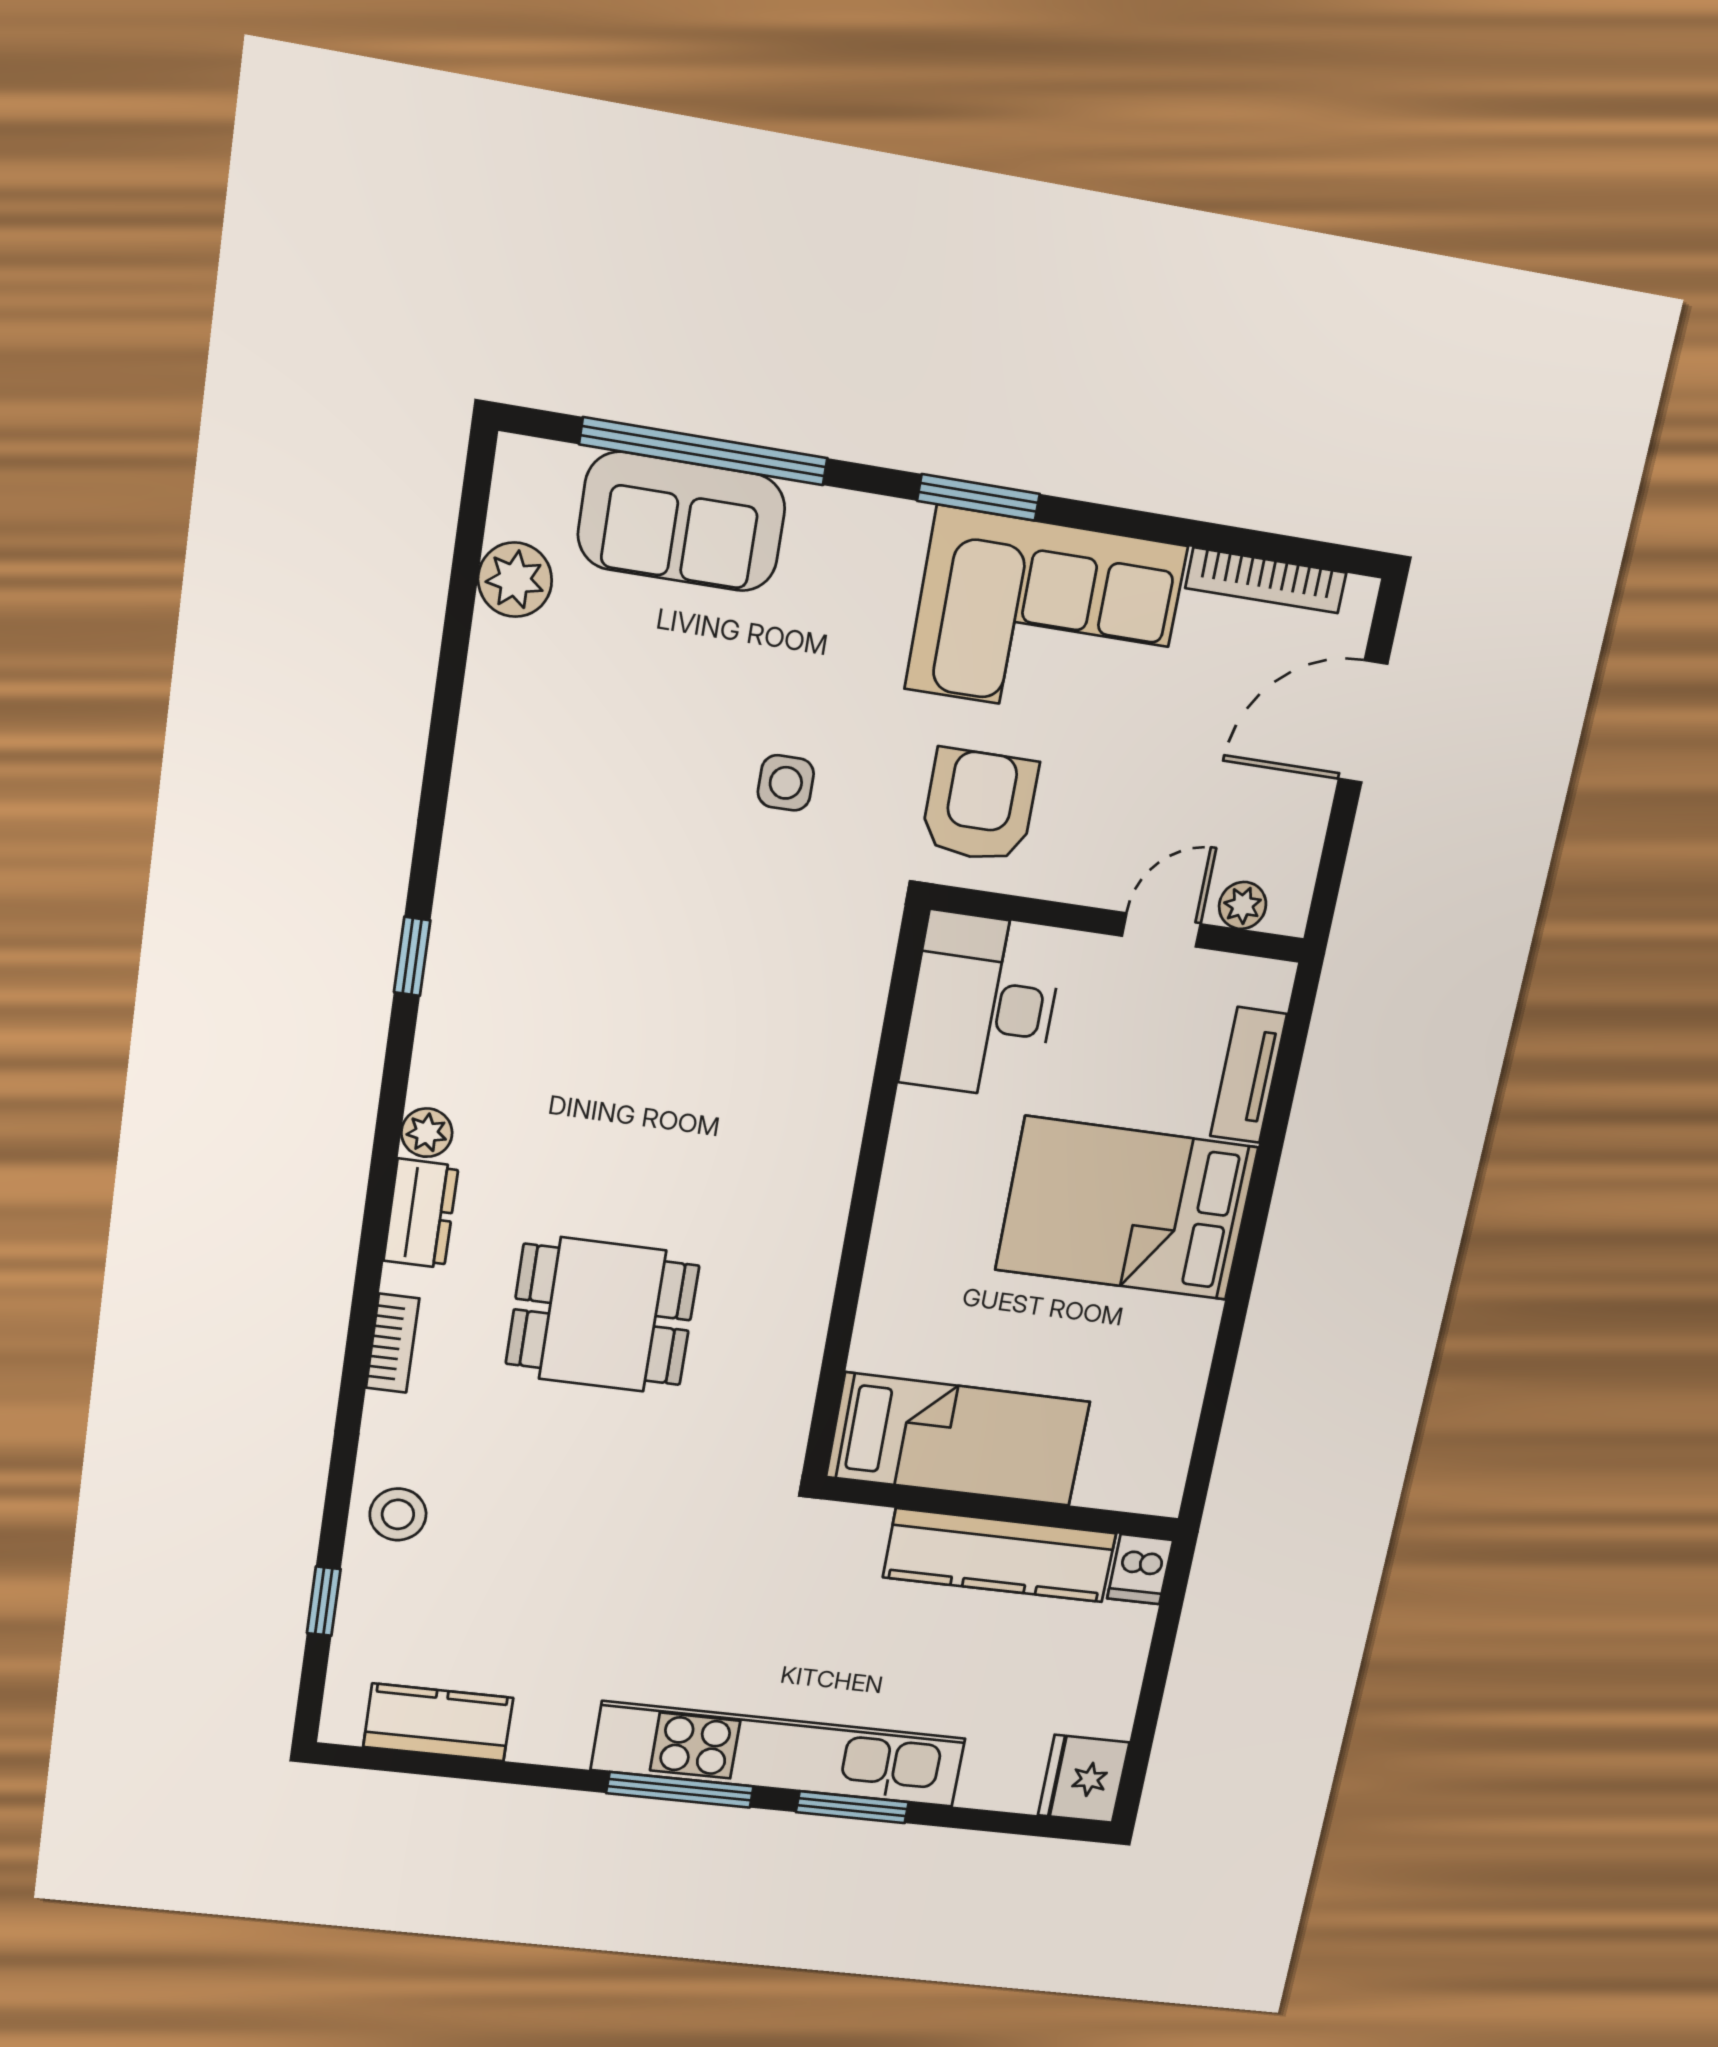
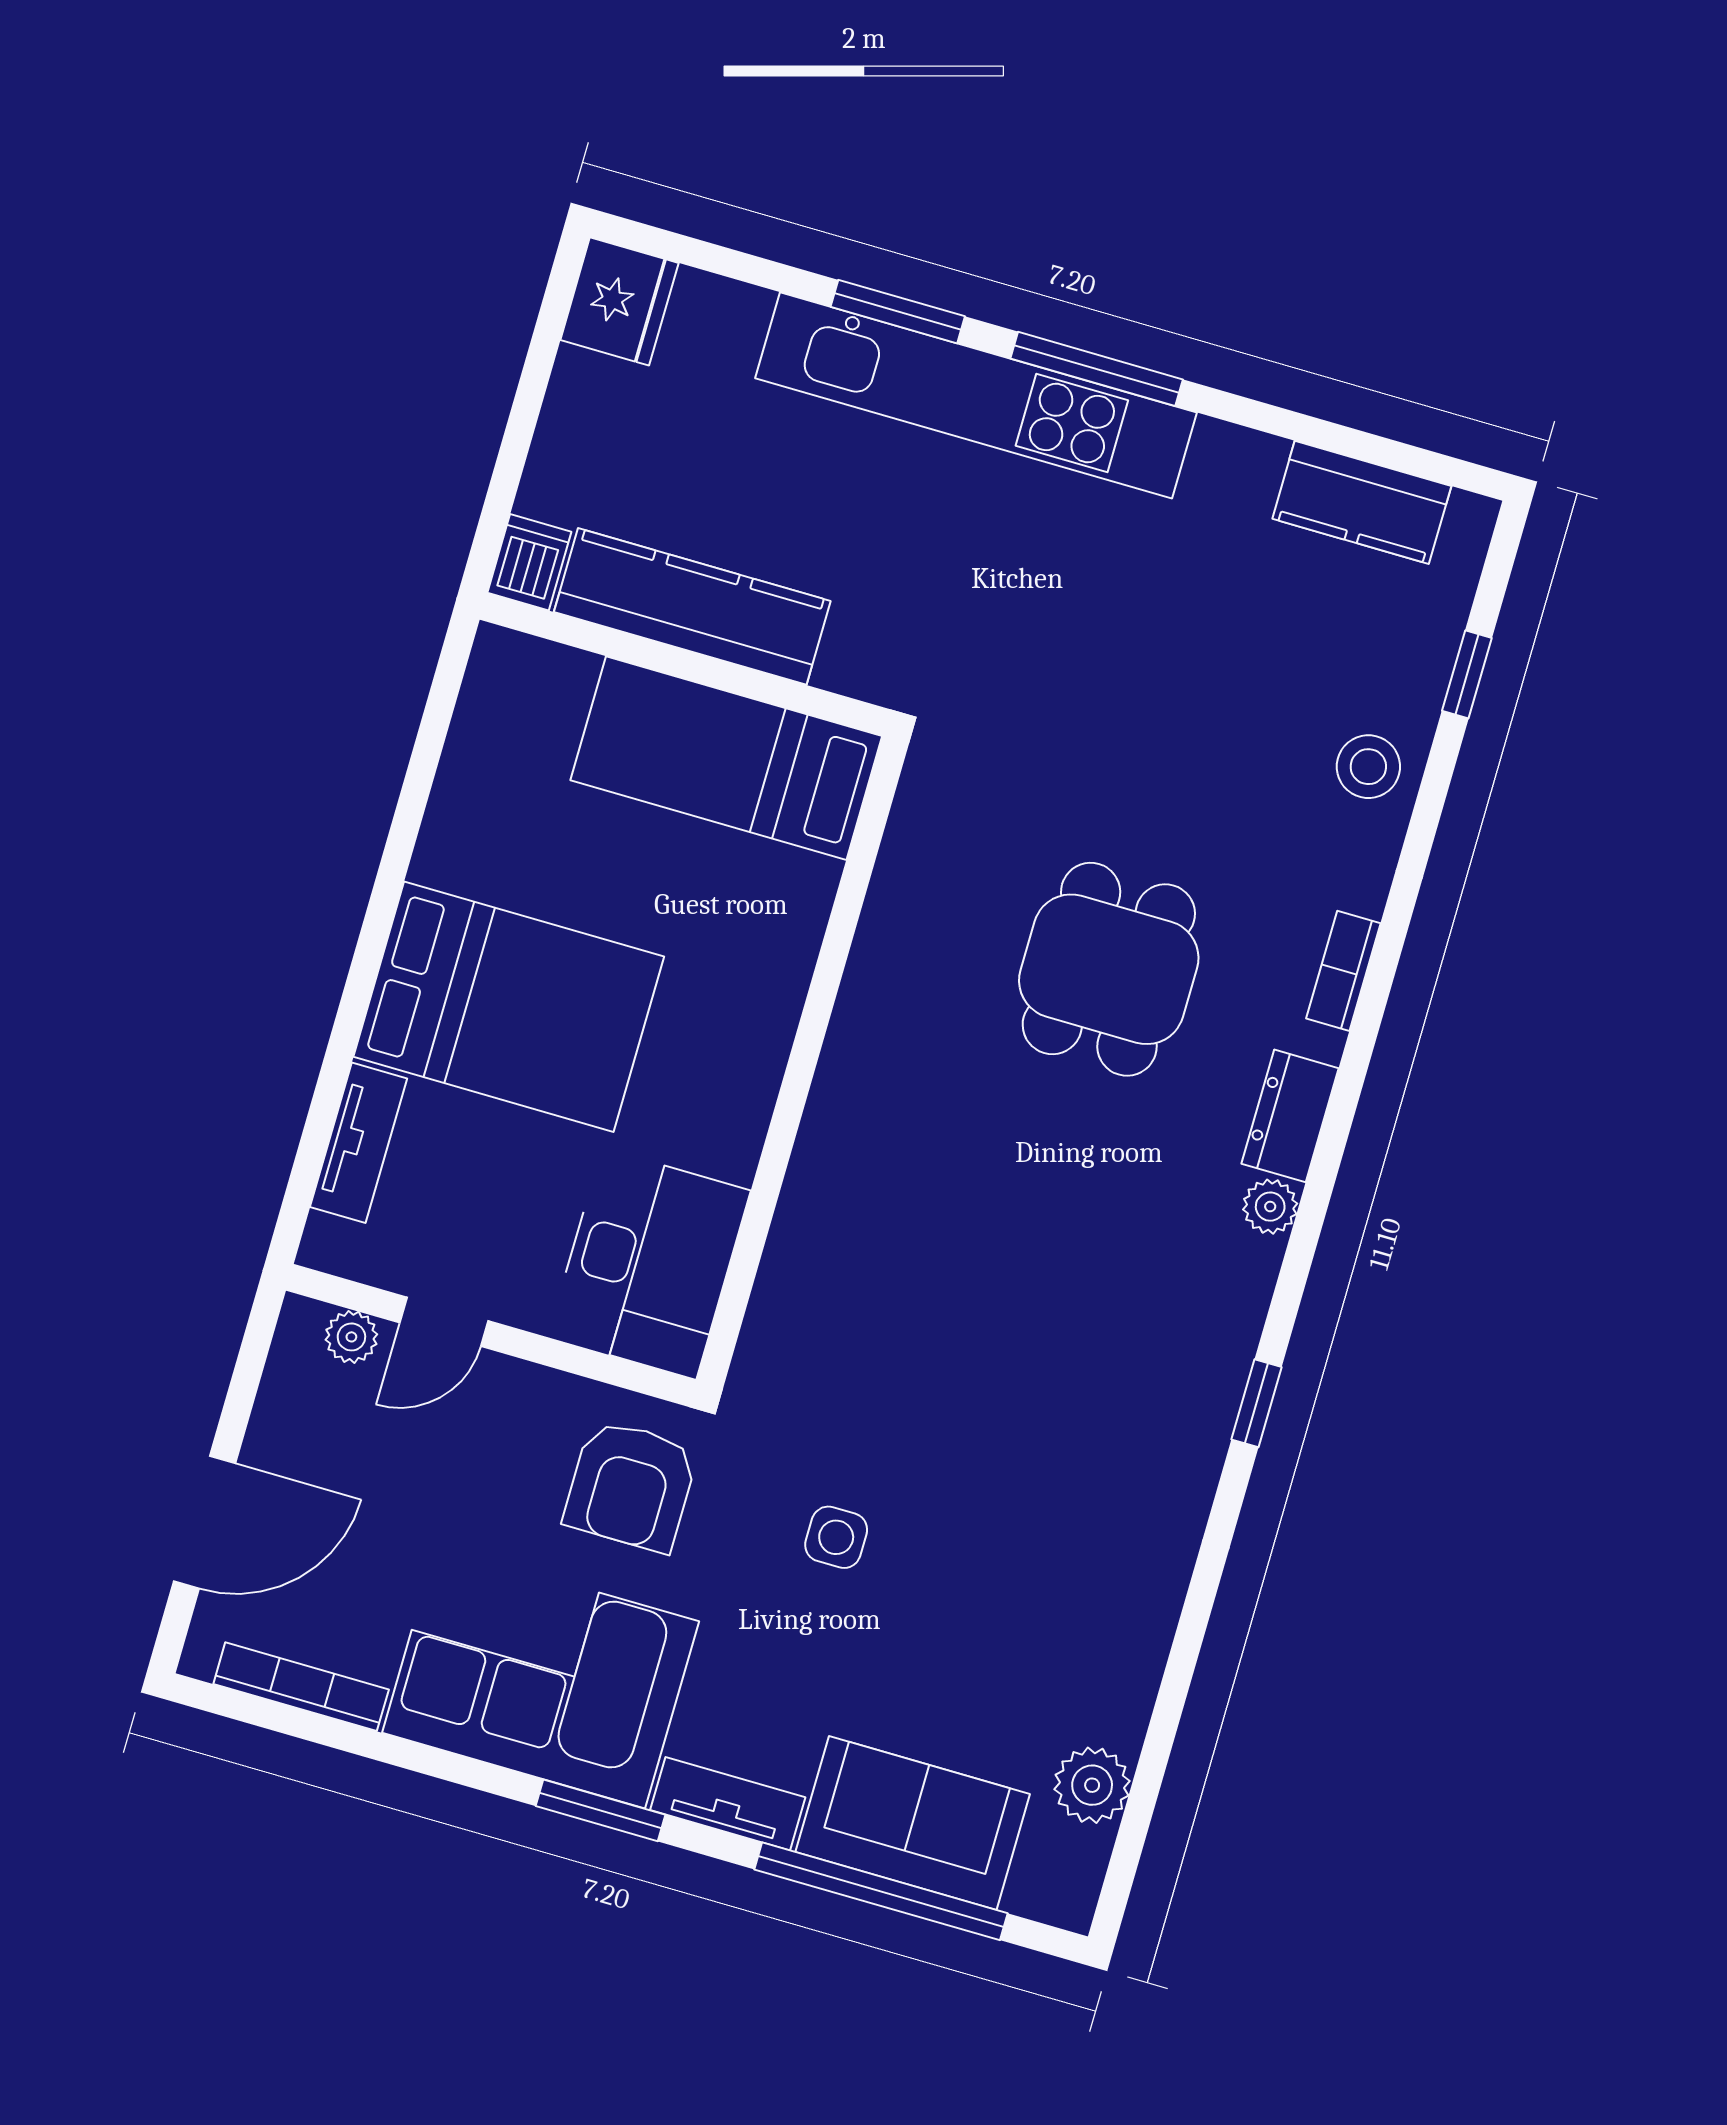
tv unit: (859, 519) -> (728, 1804), added
dining table: (602, 1315) -> (1109, 969), turned 90

